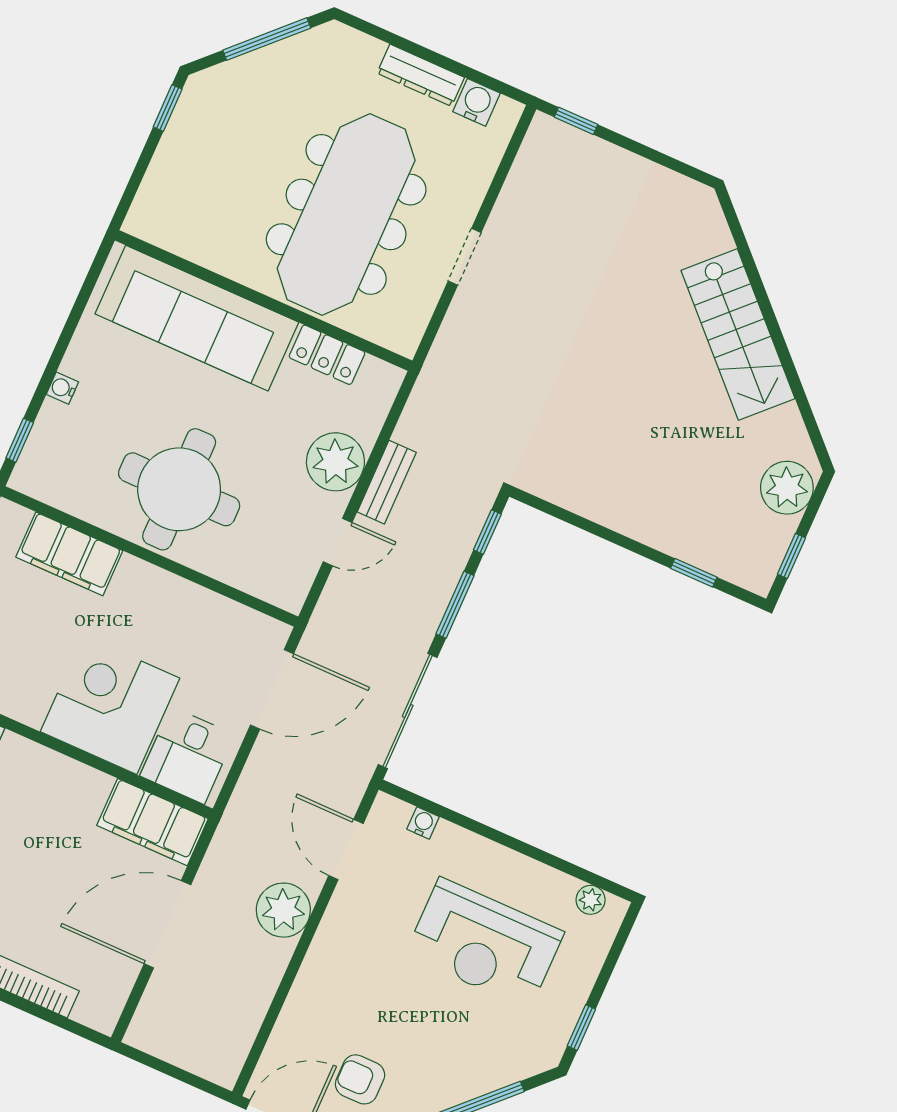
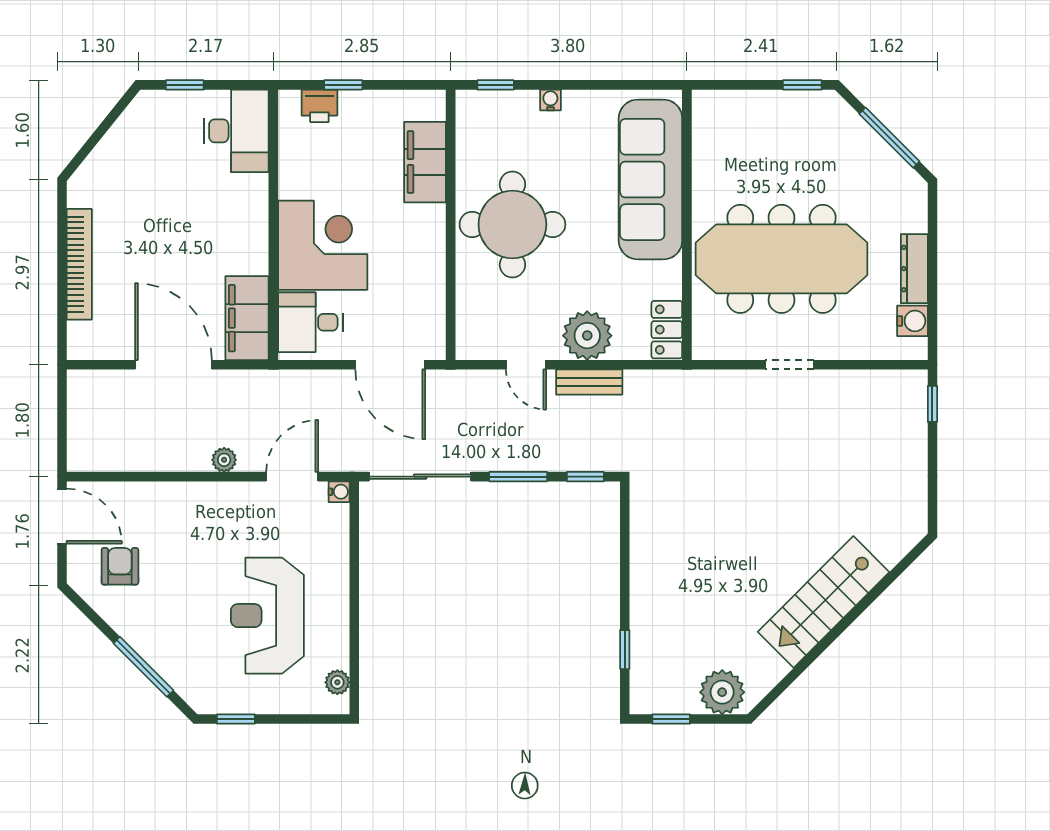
locker: (327, 355) -> (667, 330), moved
water cooler: (423, 823) -> (339, 492), moved
plant: (283, 910) -> (224, 460), width x0.53, depth x0.53

